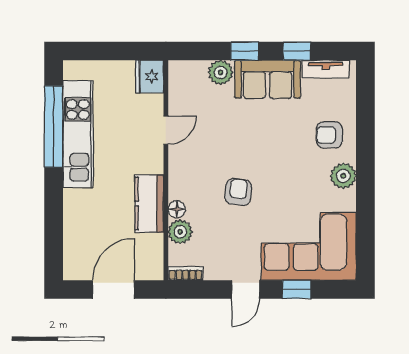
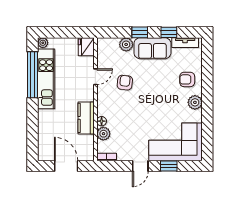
plant: (72, 70) -> (43, 43), added
armchair: (238, 192) -> (125, 83), moved
door: (113, 289) -> (66, 166), hinge flipped

